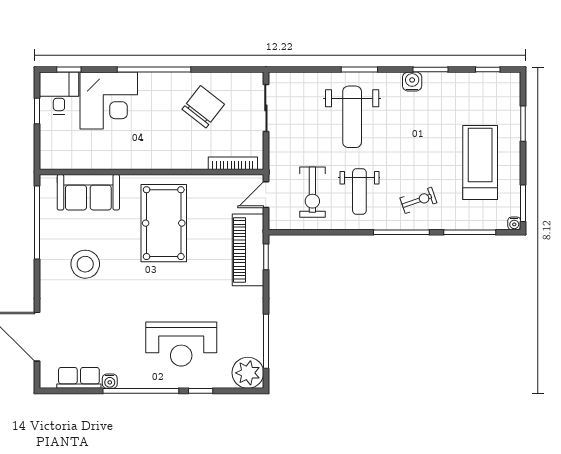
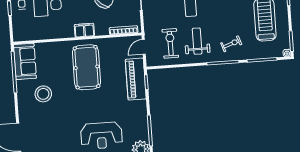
filing cabinet: (165, 158) -> (84, 30), added
sofa: (88, 192) -> (25, 61), moved, turned -90
exercise bike: (312, 192) -> (170, 43), turned 180
weight bench: (359, 192) -> (197, 41), turned 180

